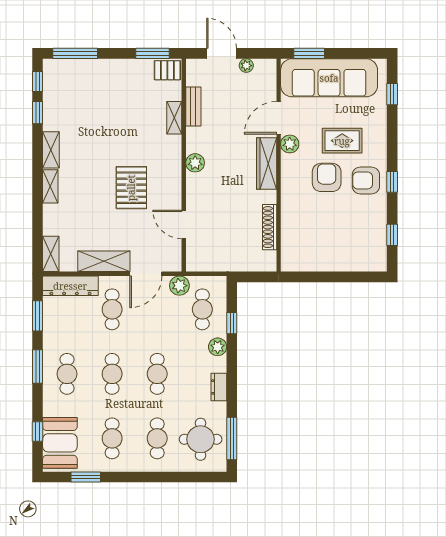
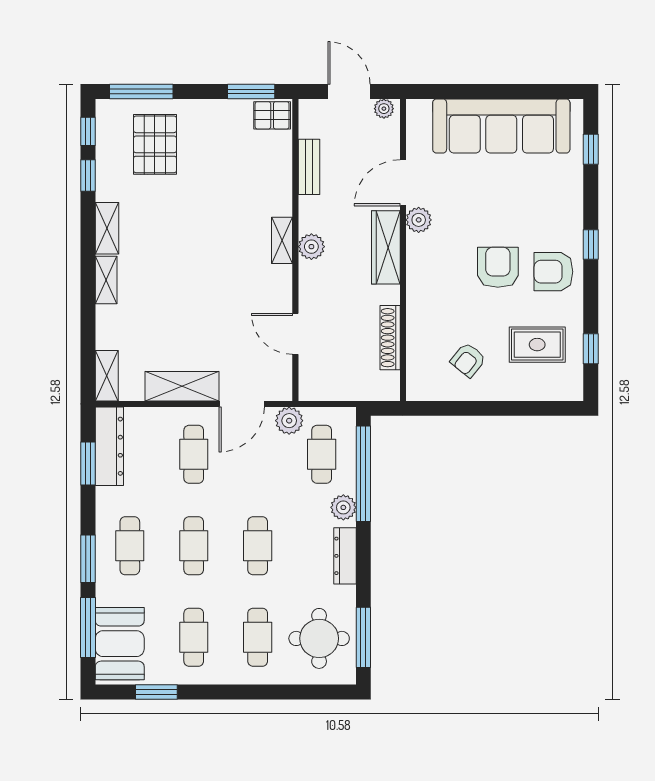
window: (309, 53) -> (473, 91), removed
shelving: (174, 118) -> (282, 240), moved
door: (279, 118) -> (403, 183), moved
rug: (342, 141) -> (537, 345), moved
plant: (290, 144) -> (419, 220), moved
wardrobe: (267, 163) -> (386, 247), moved
wall: (279, 165) -> (403, 250), moved
window: (392, 182) -> (591, 244), moved
pallet: (131, 188) -> (155, 144), moved
shoe rack: (270, 227) -> (390, 338), moved
armchair: (306, 243) -> (468, 360), added
dresser: (70, 286) -> (109, 446), moved, turned -90
window: (232, 323) -> (363, 474), width x3.17
window: (38, 366) -> (88, 559), moved
dresser: (219, 387) -> (345, 556), width x1.44
window: (38, 432) -> (88, 628), width x2.17

